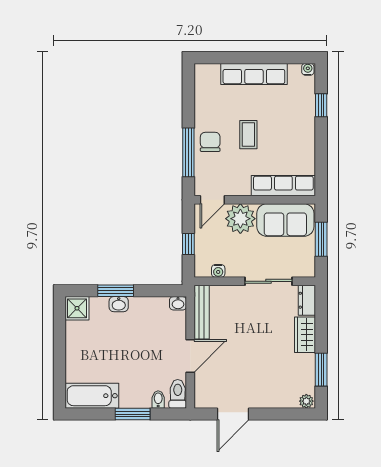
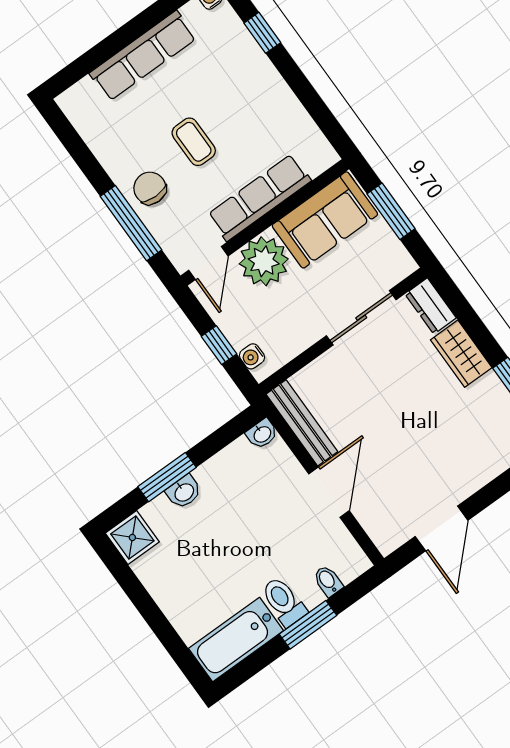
row of seats: (283, 186) -> (259, 198), moved
water cooler: (218, 271) -> (252, 356), moved, turned 90
toilet: (178, 394) -> (284, 602), moved

